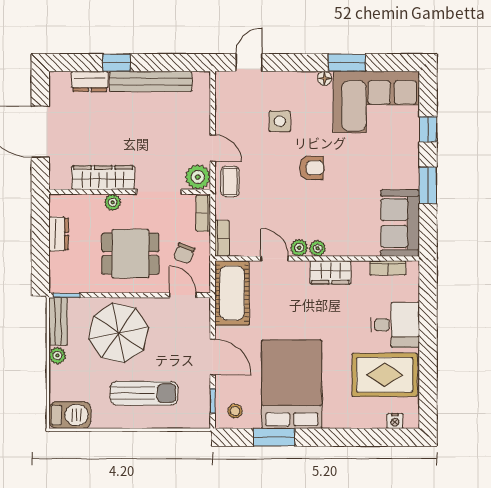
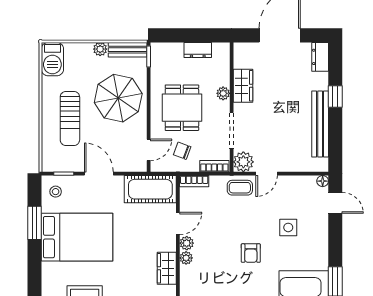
floor lamp: (325, 78) -> (323, 181), moved
dresser: (90, 81) -> (320, 57), moved
wardrobe: (103, 178) -> (243, 86), width x0.67
door: (213, 357) -> (99, 174), swing flipped

